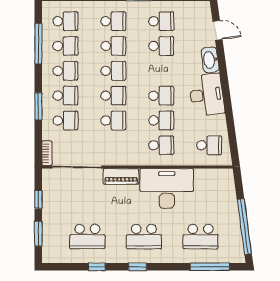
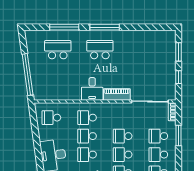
window: (38, 106) -> (178, 136), moved
desk: (167, 188) -> (92, 89), width x0.53, depth x0.77
window: (244, 227) -> (28, 75), moved
school desk: (87, 237) -> (142, 50), removed
window: (97, 267) -> (135, 27), removed
window: (138, 267) -> (105, 27), width x2.17
window: (210, 267) -> (64, 27), moved

